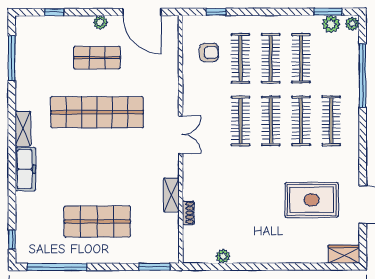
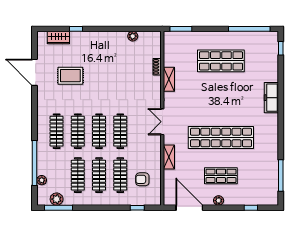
window: (328, 12) -> (59, 208), width x1.44
plant: (352, 24) -> (42, 180), moved
shelving: (23, 129) -> (169, 157), moved
rug: (312, 200) -> (70, 76), width x0.73, depth x0.70
wardrobe: (344, 254) -> (58, 38), moved
window: (304, 267) -> (76, 29), added

